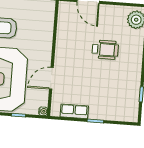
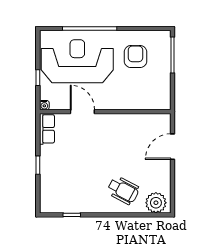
wheelchair: (105, 50) -> (123, 190), moved, turned -62
row of seats: (74, 111) -> (47, 129), moved

